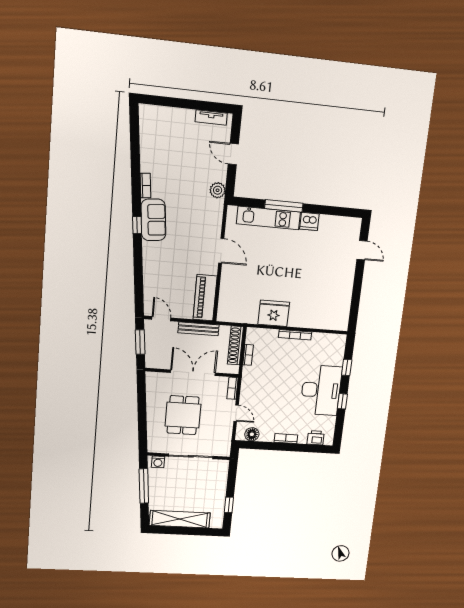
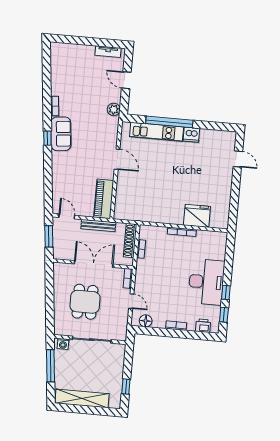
window: (284, 206) -> (169, 122), width x1.46
fridge: (274, 313) -> (197, 216), moved
window: (347, 367) -> (224, 315), moved

